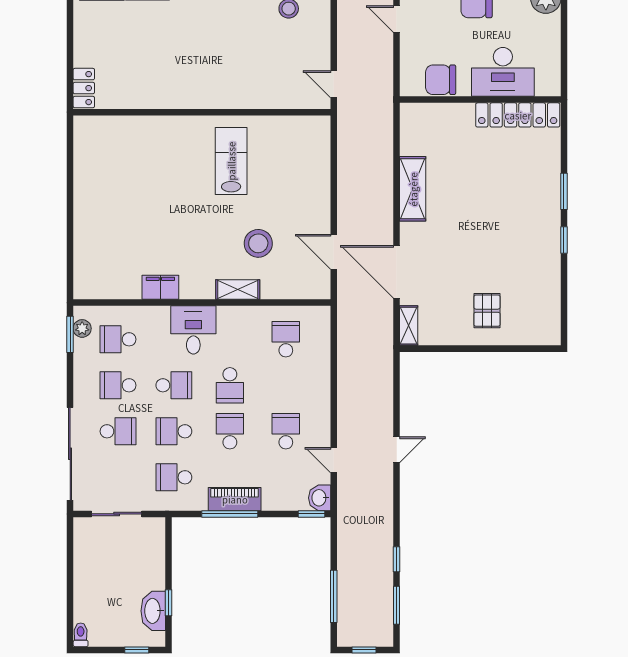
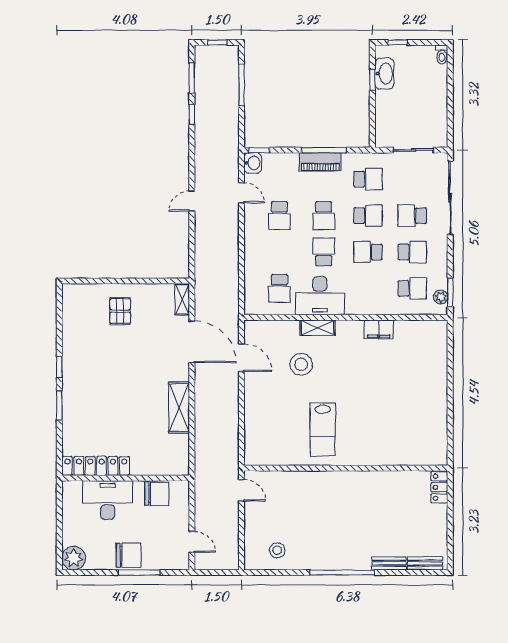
desk: (193, 330) -> (320, 296), moved, width x1.37

